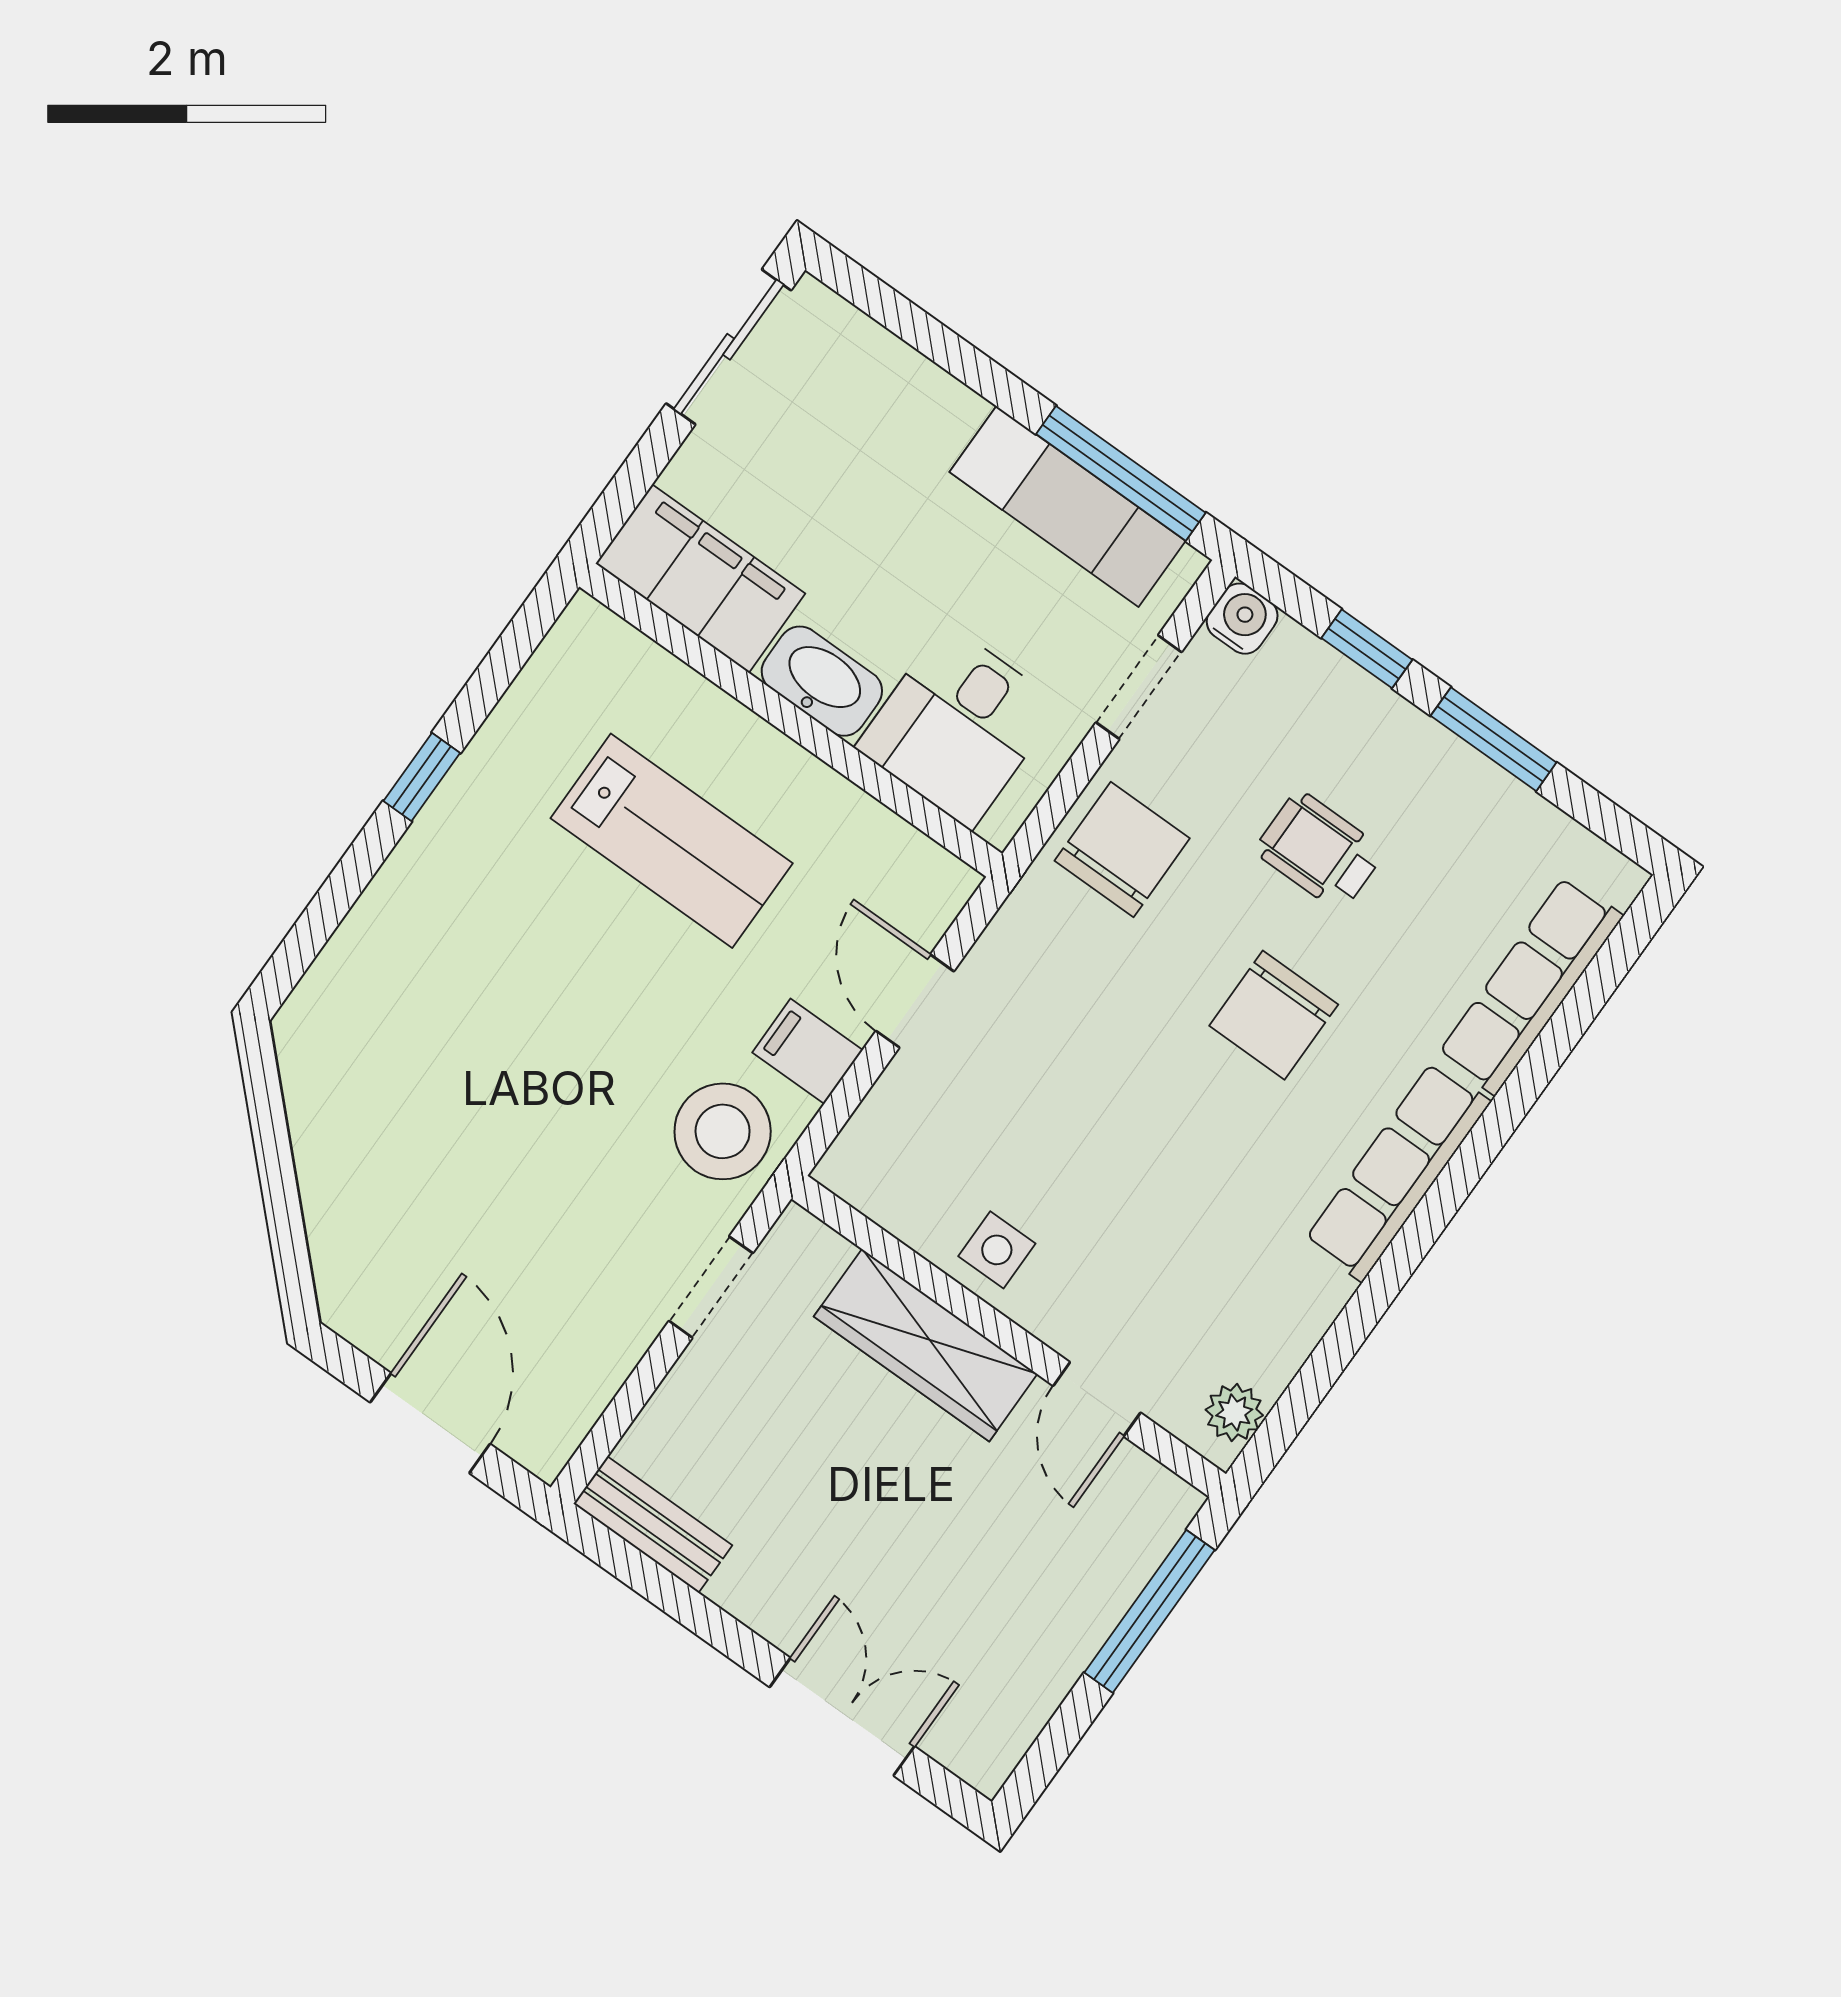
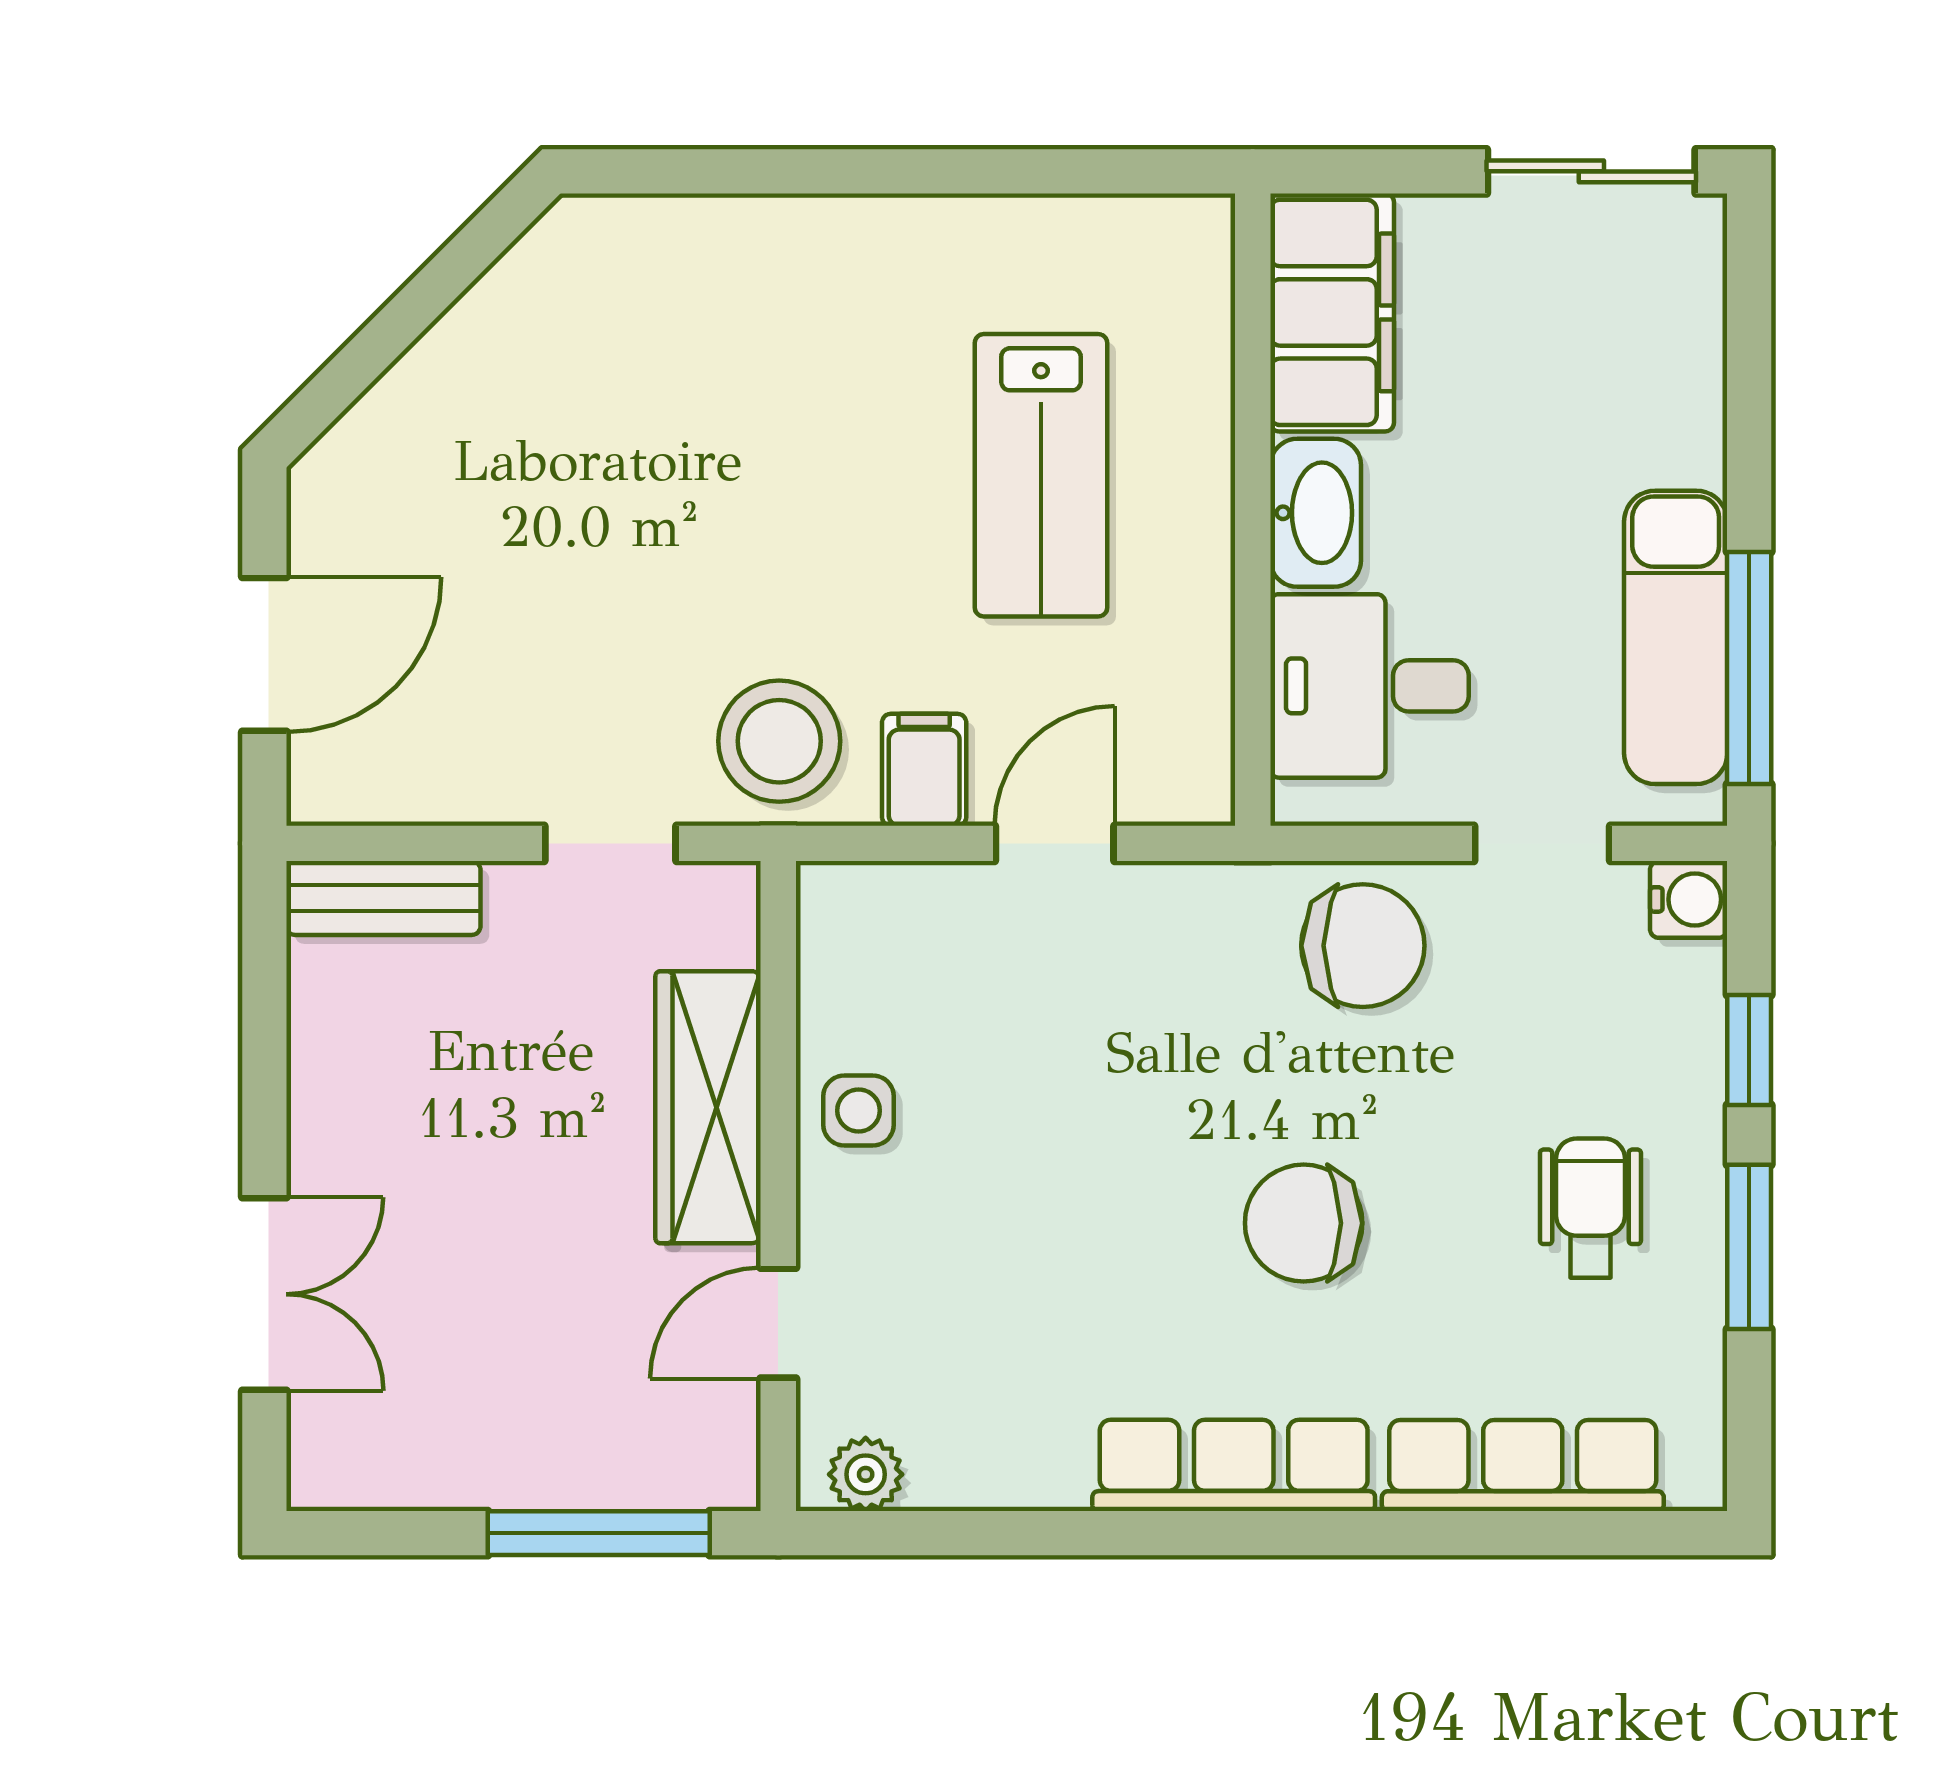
window: (422, 777) -> (923, 171), removed
wheelchair: (1319, 851) -> (1590, 1208), moved
bench: (653, 1524) -> (383, 898), moved, turned 90

